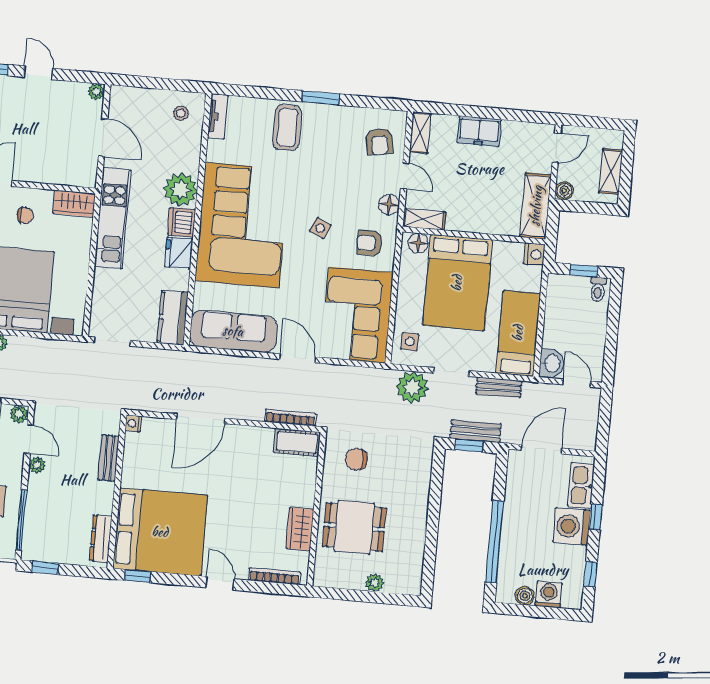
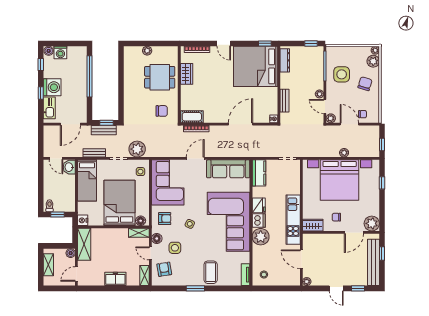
side table: (354, 183) -> (175, 248), added
door: (298, 358) -> (195, 158), swing flipped
boiler: (525, 596) -> (49, 51), moved

